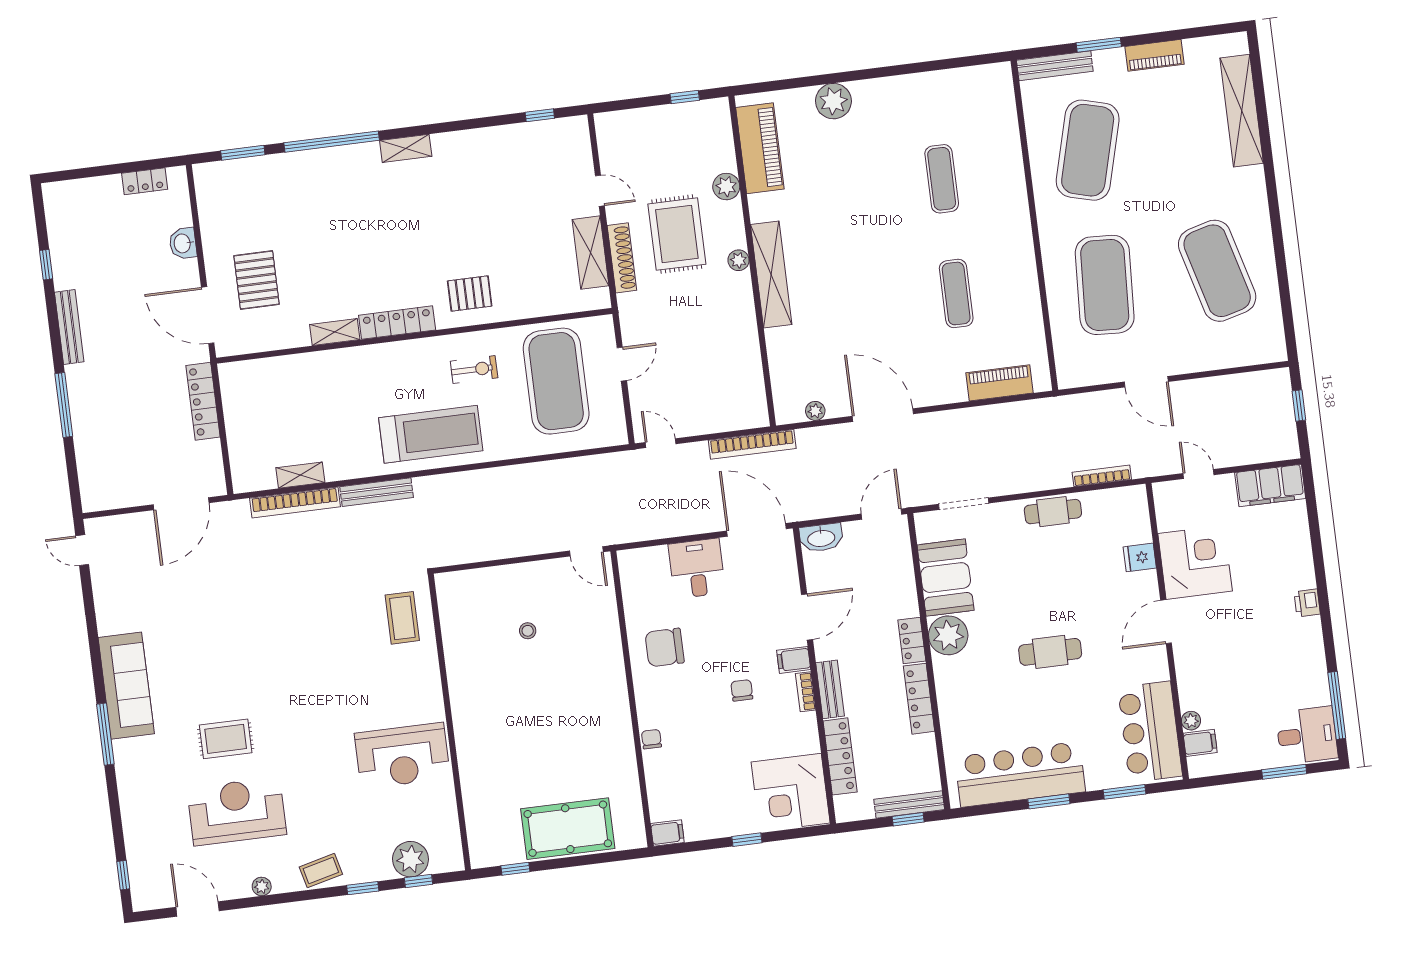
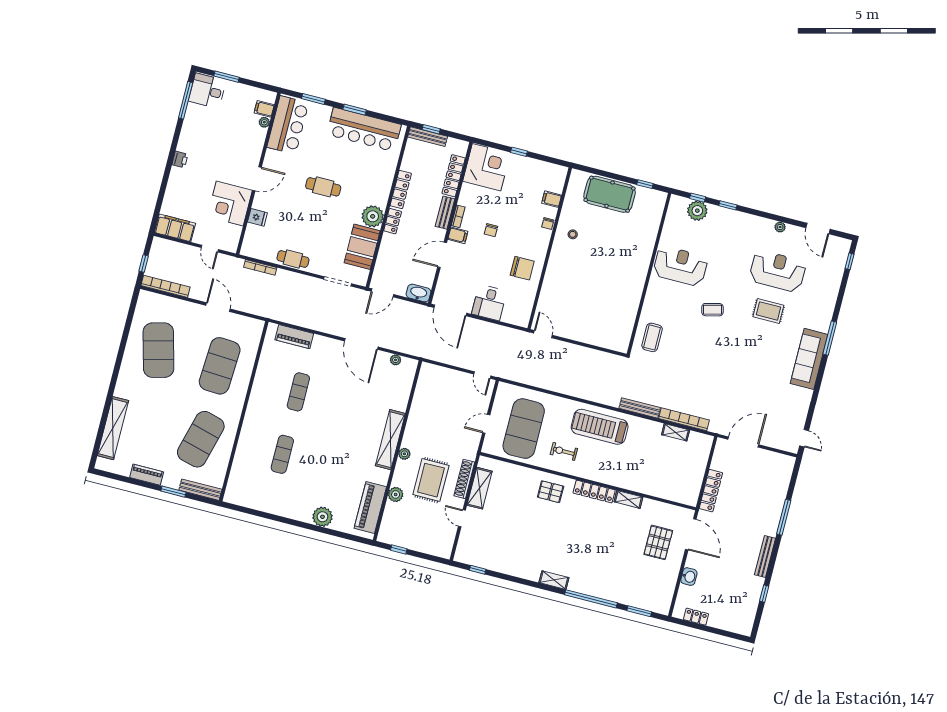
bookcase: (752, 444) -> (165, 286), moved
stool: (528, 631) -> (573, 234), moved
reception desk: (237, 811) -> (778, 271), turned 180
filing cabinet: (667, 833) -> (552, 199), moved
coffee table: (321, 871) -> (712, 310), moved

